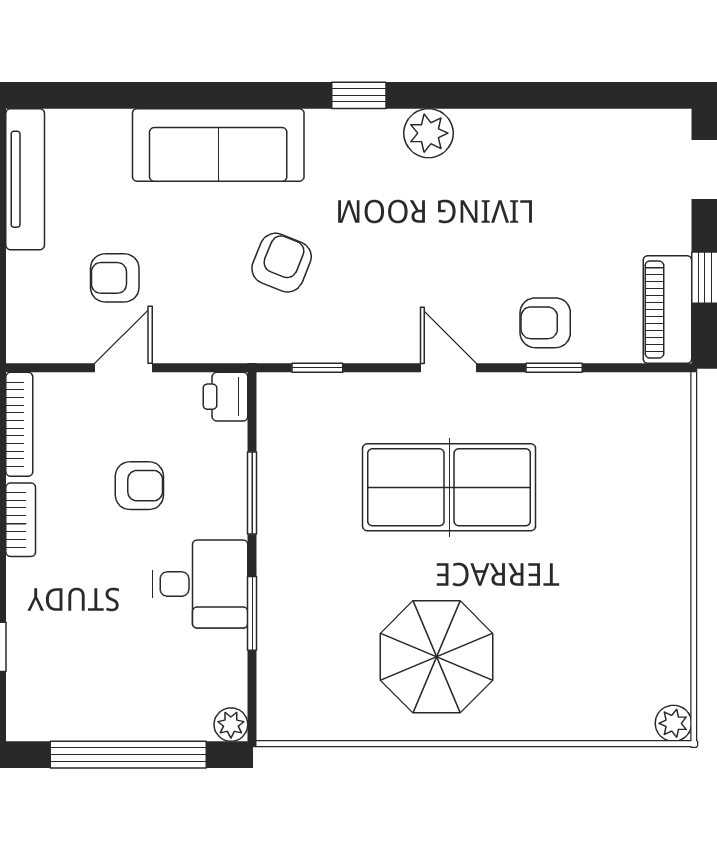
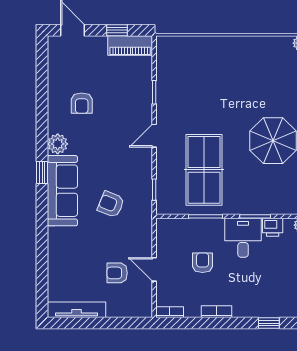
sofa: (218, 145) -> (62, 191), moved
armchair: (115, 278) -> (117, 273), turned 90
armchair: (545, 323) -> (82, 103), moved
printer: (226, 397) -> (273, 227), moved
bookcase: (19, 424) -> (170, 312), width x0.64
table tennis table: (449, 487) -> (204, 170), moved

